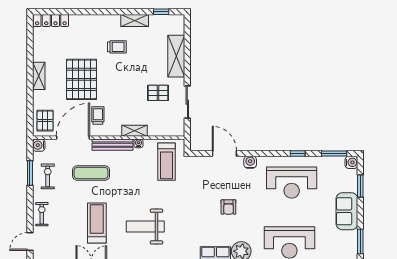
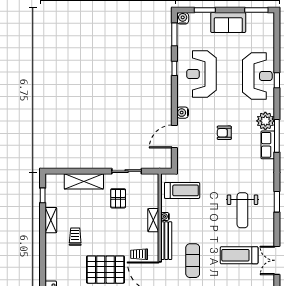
reception desk: (292, 183) -> (202, 74), turned 180
armchair: (228, 207) -> (224, 133), turned 180

